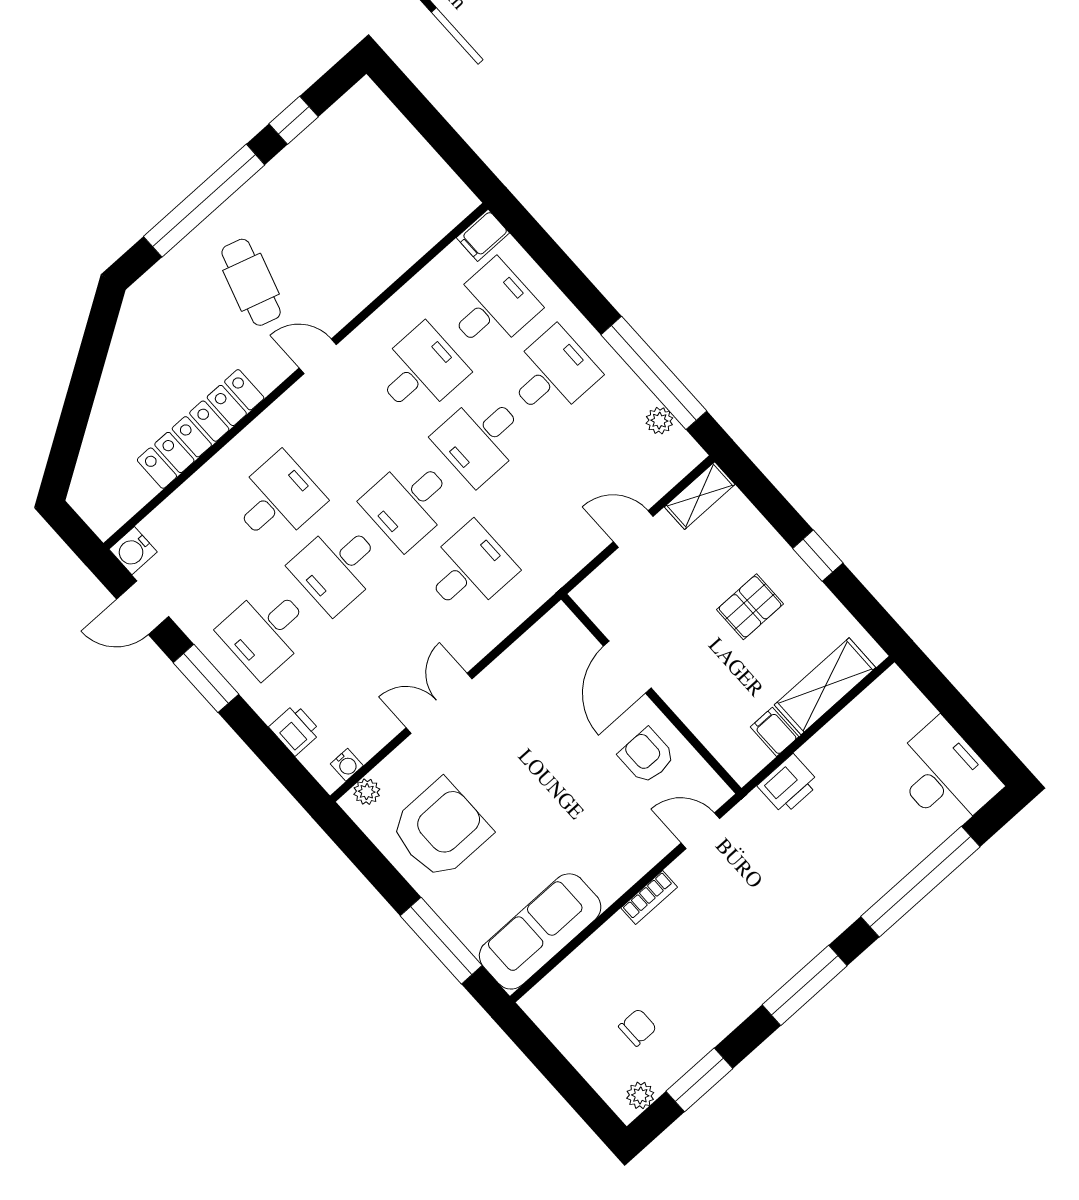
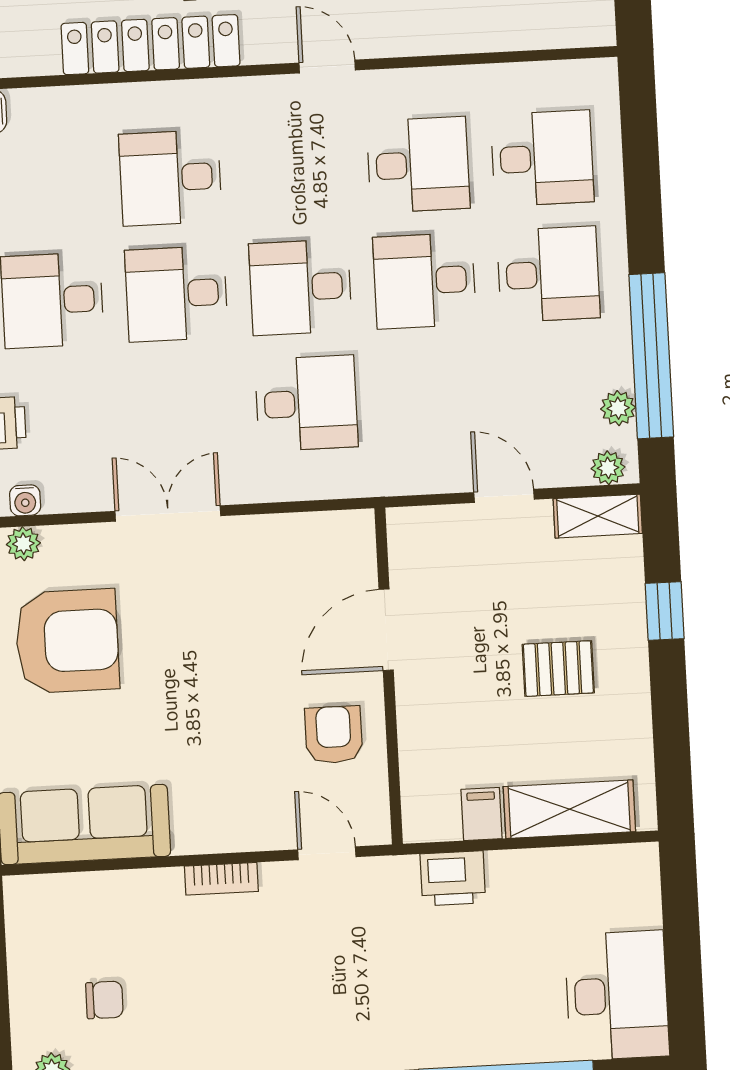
filing cabinet: (483, 235) -> (591, 79), removed
plant: (682, 462) -> (608, 468), added
desk: (277, 500) -> (170, 178), turned 180
window: (818, 556) -> (665, 611), moved

